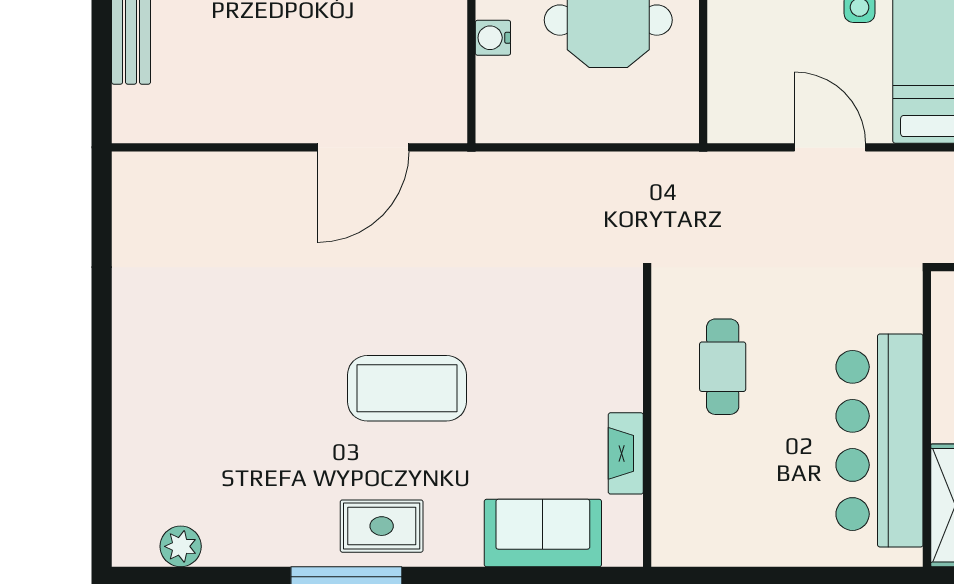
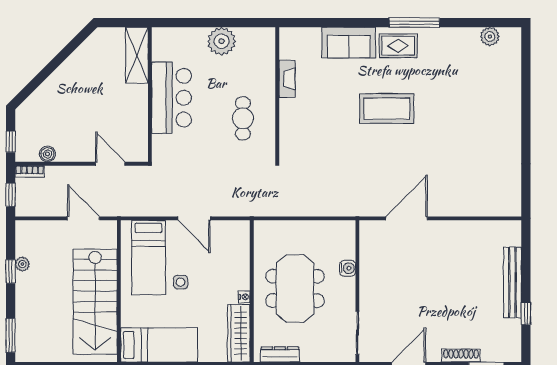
bar counter: (879, 440) -> (171, 98), width x0.73
sofa: (543, 533) -> (349, 43), moved
plant: (770, 536) -> (222, 41), added

